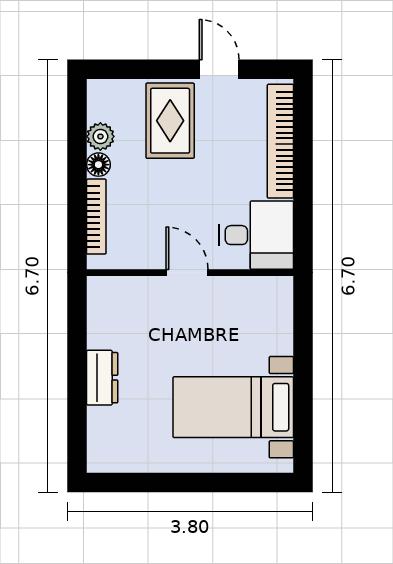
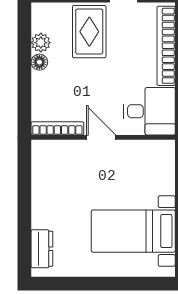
bookcase: (96, 217) -> (57, 128), moved, turned -90
dresser: (102, 378) -> (42, 249), moved

